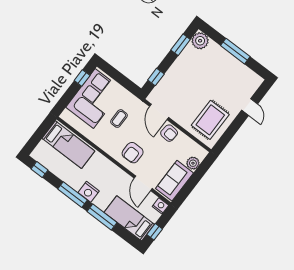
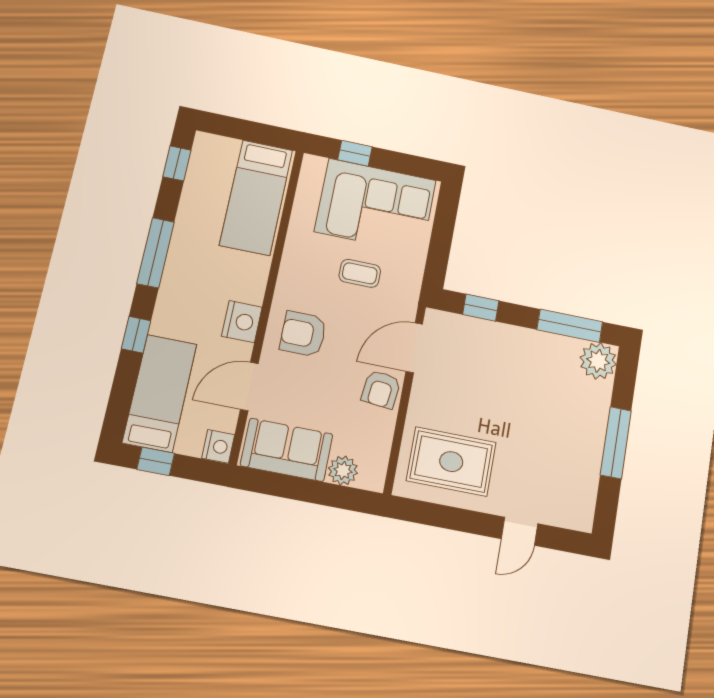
window: (181, 45) -> (570, 326), width x1.44
window: (82, 78) -> (355, 153), moved
nightstand: (89, 192) -> (242, 322), moved, turned 180
window: (102, 217) -> (136, 335), width x0.46

